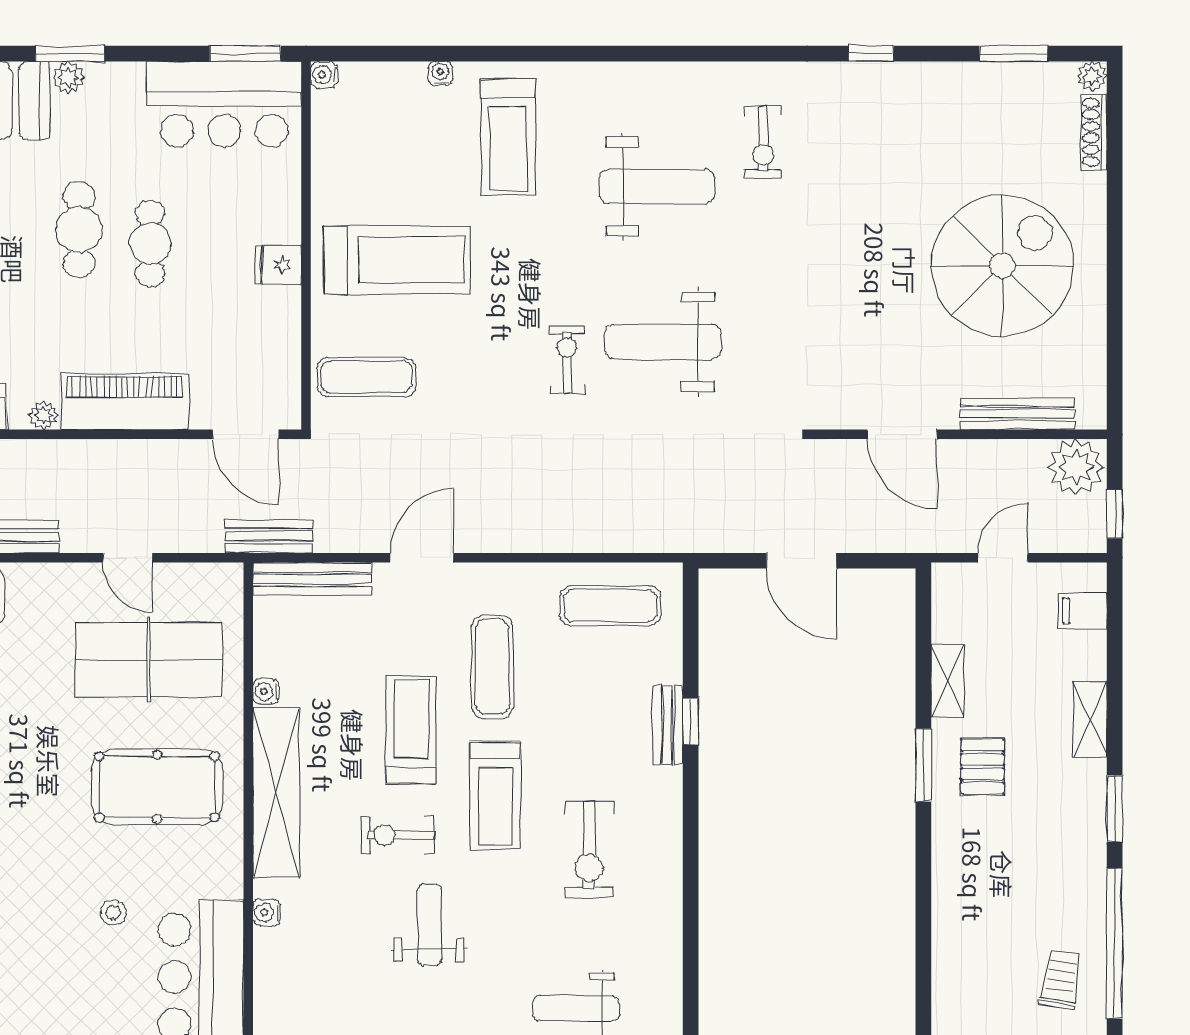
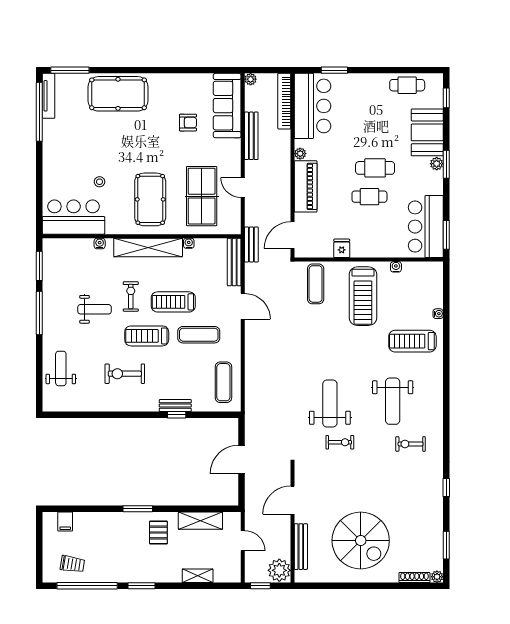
water cooler: (324, 75) -> (396, 267), moved
fridge: (278, 265) -> (342, 248), moved
exercise bike: (567, 360) -> (340, 442), moved
door: (128, 558) -> (243, 188), hinge flipped
filing cabinet: (1083, 611) -> (65, 521), moved, turned 180
shelving: (948, 681) -> (200, 521), width x1.50, depth x1.33
shelving: (1090, 719) -> (198, 576), moved
treadmill: (411, 730) -> (173, 302), turned 180
window: (923, 765) -> (138, 509), moved
pallet: (983, 767) -> (158, 533), turned 90

